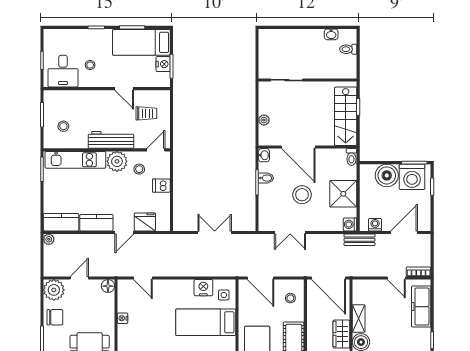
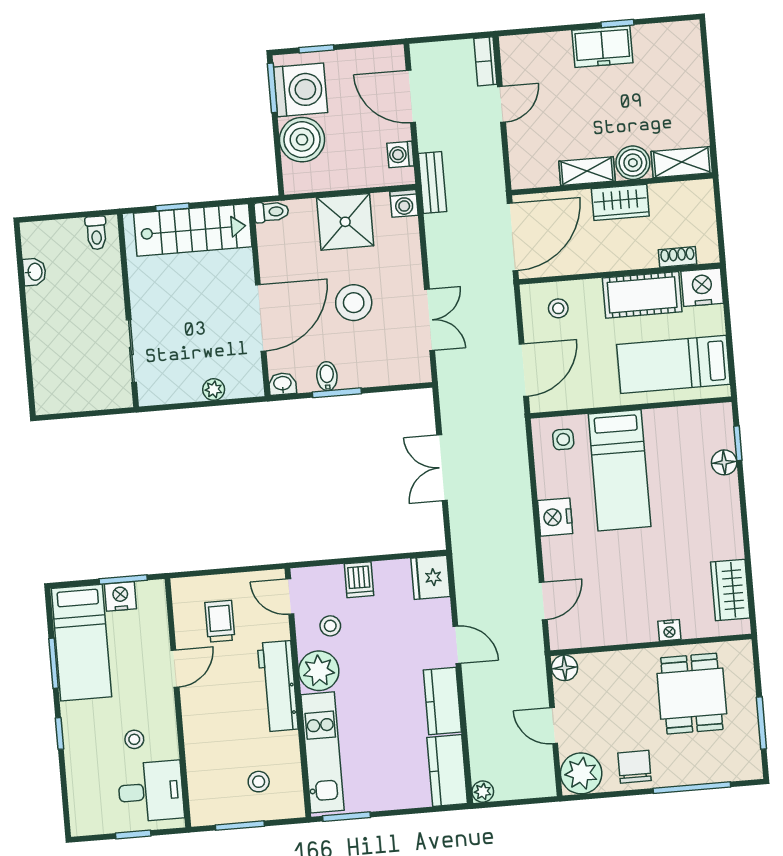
toilet: (348, 49) -> (96, 233), moved
fridge: (145, 222) -> (430, 577), moved
nightstand: (203, 288) -> (555, 517), moved
freezer: (421, 307) -> (602, 46), moved, width x0.71
nightstand: (123, 318) -> (669, 630), moved

